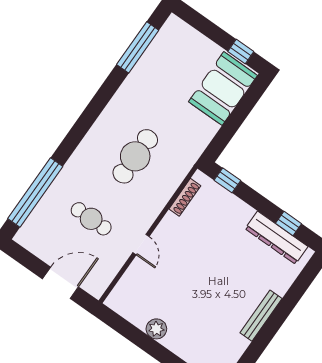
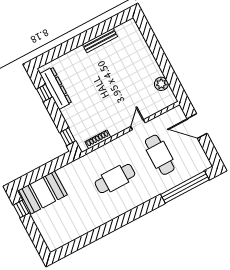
window: (138, 47) -> (81, 242), removed
cafe table: (91, 219) -> (160, 155), width x1.37, depth x1.35
bench: (261, 316) -> (100, 40), moved
plant: (156, 329) -> (161, 84), moved

